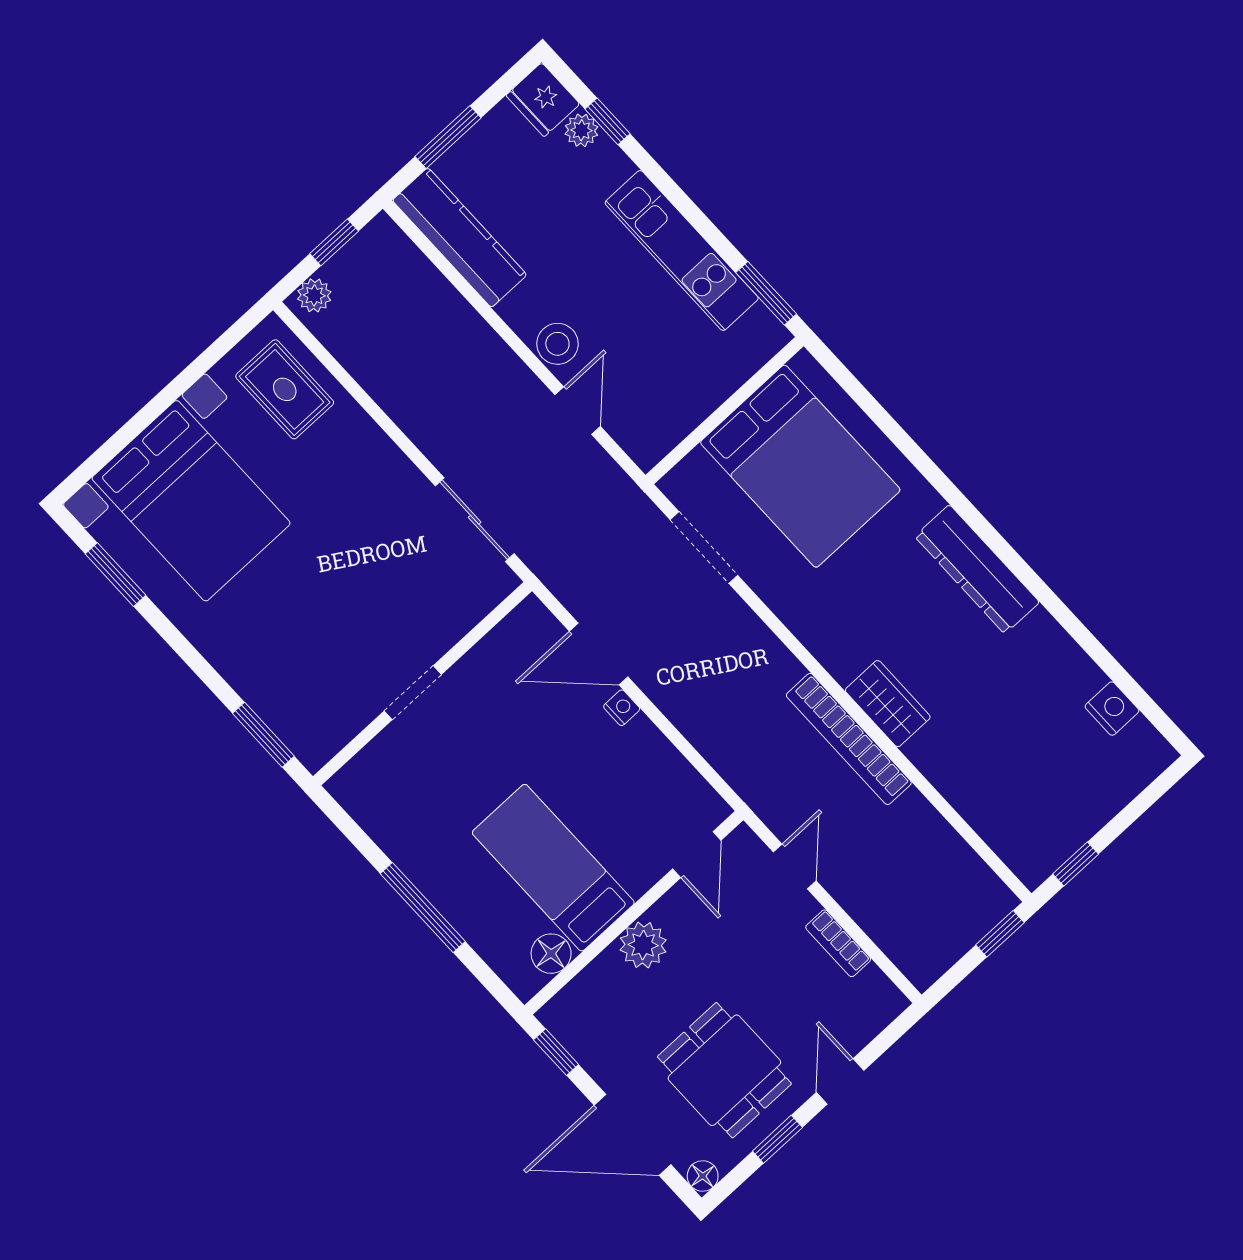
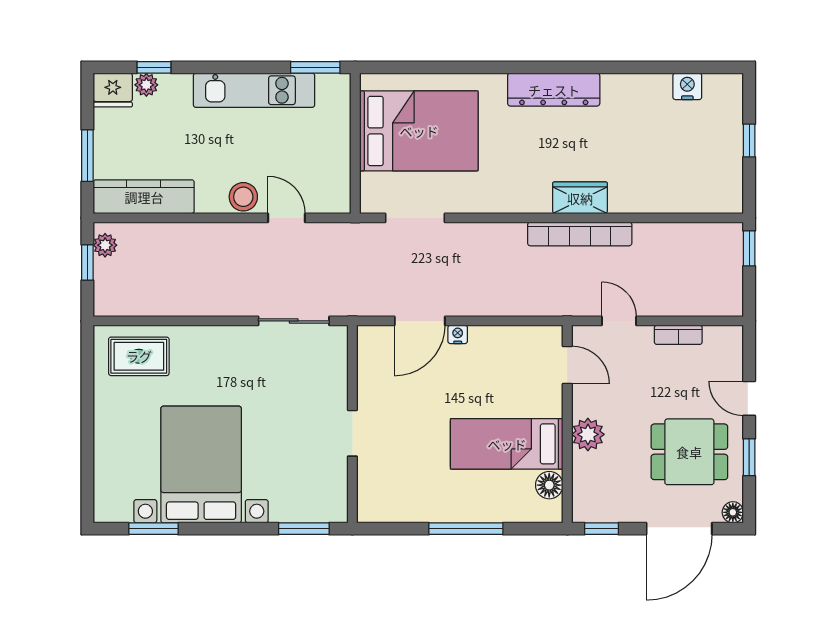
plant: (314, 295) -> (105, 245), moved
bed with nightstands: (191, 501) -> (201, 465), moved, turned -90
window: (1076, 864) -> (749, 141), moved

